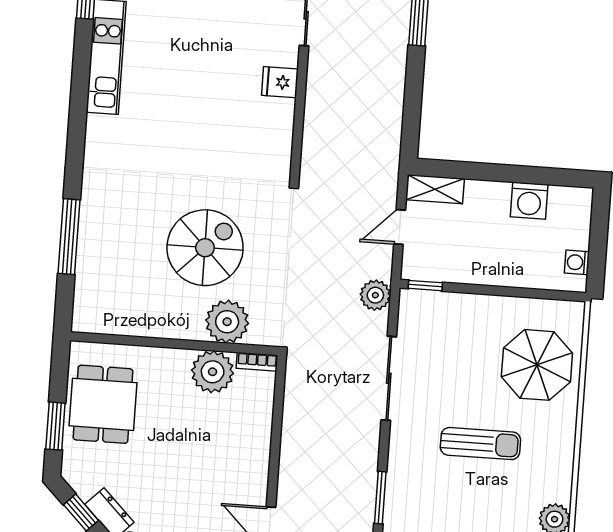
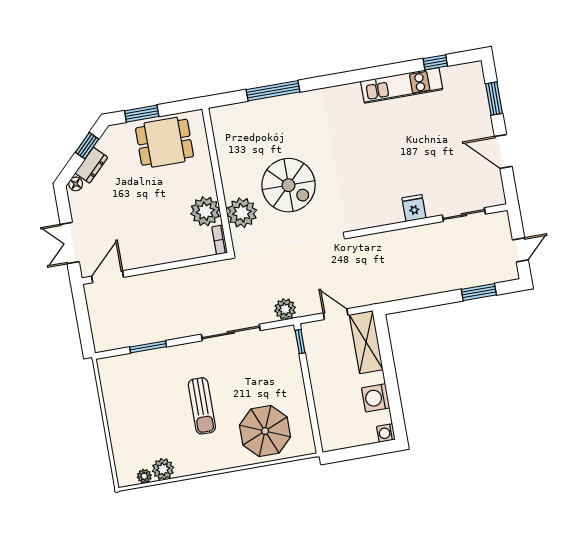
shelving: (435, 189) -> (366, 342), width x1.50, depth x1.33
washing machine: (577, 262) -> (386, 433), moved, turned -90

